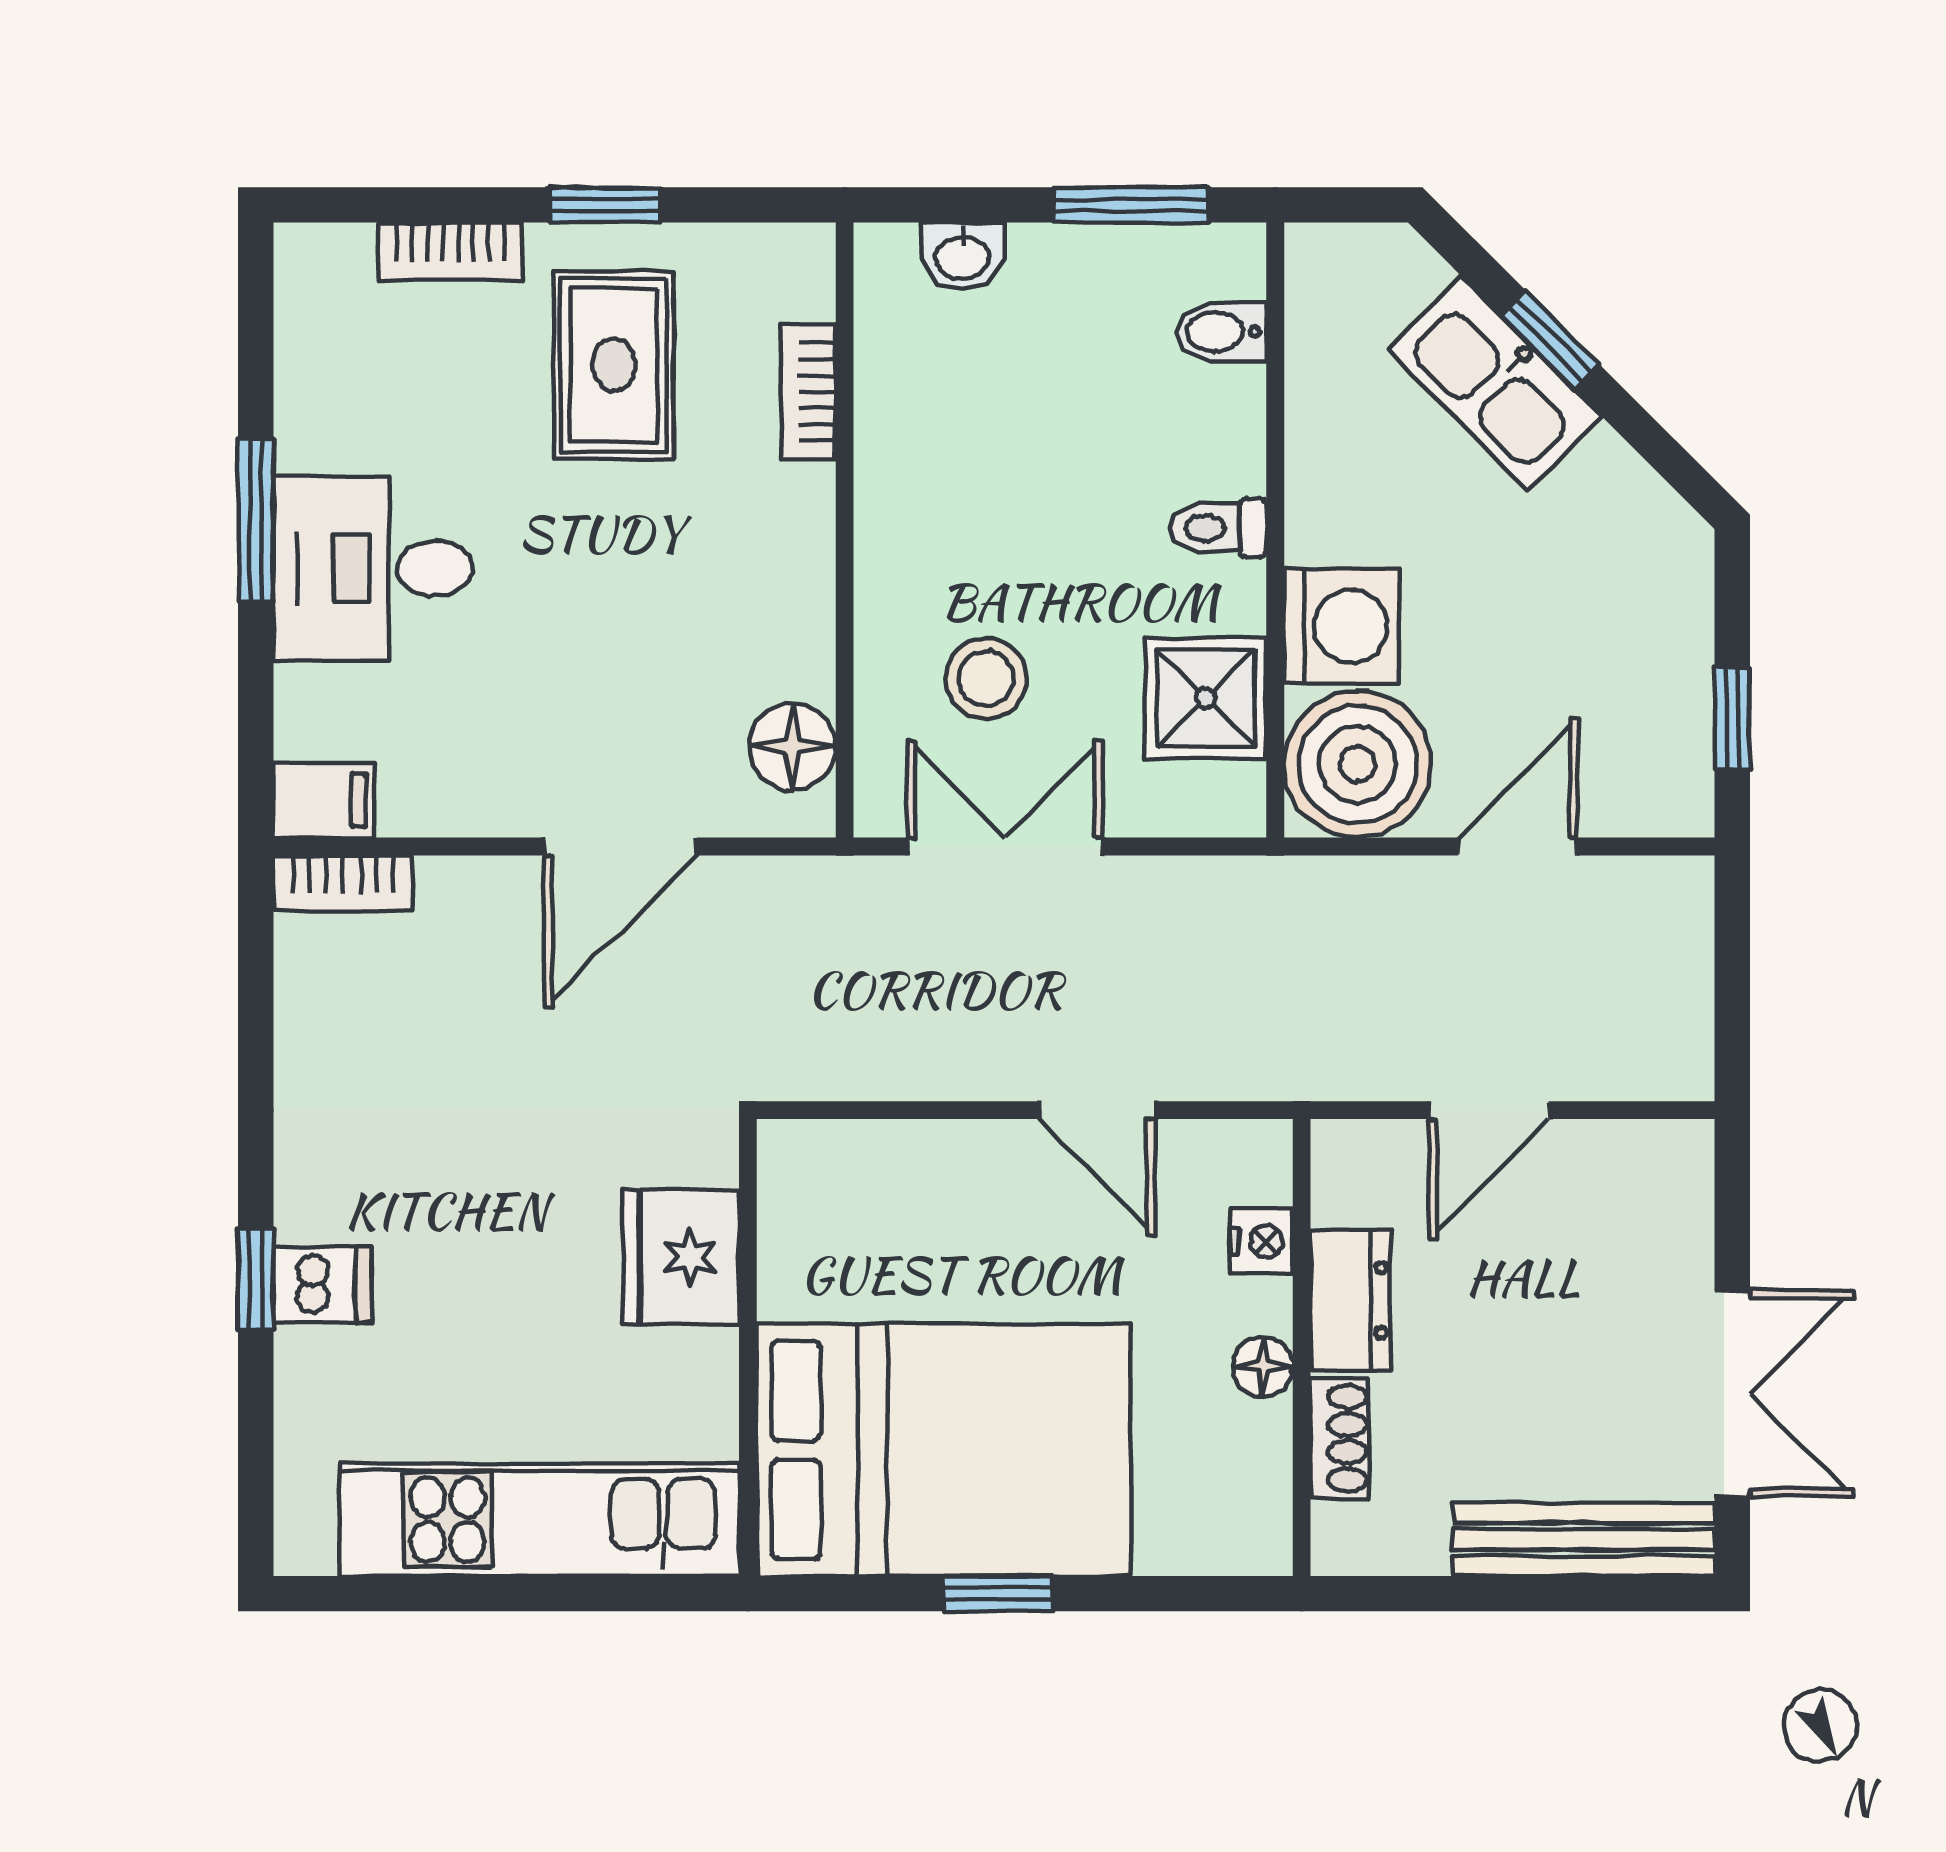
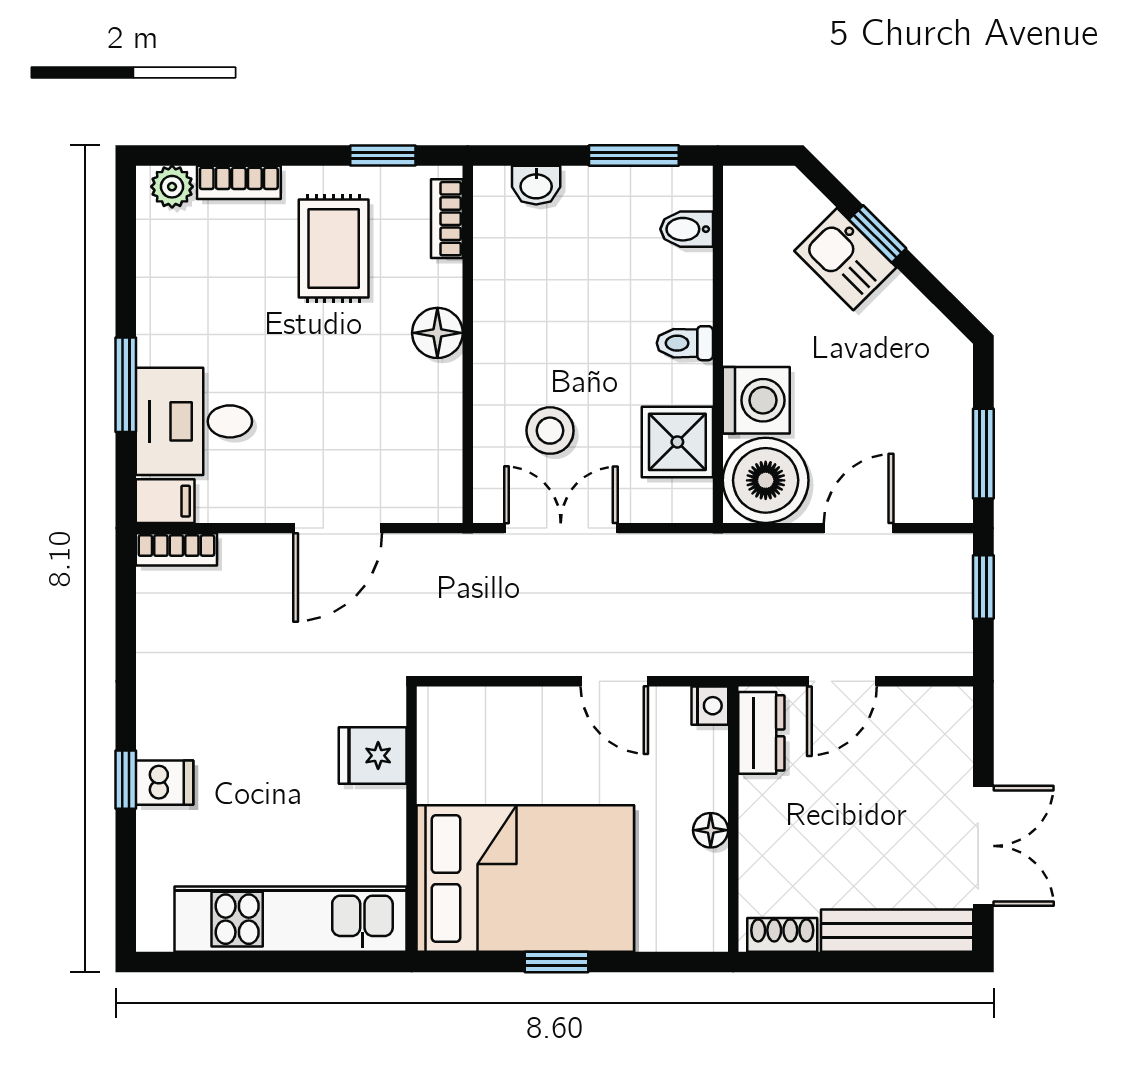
window: (605, 205) -> (383, 155), moved
plant: (335, 259) -> (172, 187), added
kitchen sink: (1495, 383) -> (845, 259), width x0.73
bookcase: (809, 392) -> (447, 219), moved
window: (256, 521) -> (126, 385), moved
desk: (373, 568) -> (194, 421), moved
window: (1732, 718) -> (983, 454), width x1.50
floor lamp: (792, 747) -> (437, 333), moved
window: (1732, 948) -> (983, 587), added
nightstand: (1261, 1241) -> (710, 706), moved
fridge: (681, 1257) -> (373, 756), width x0.72
dresser: (1350, 1300) -> (761, 733), moved
shoe rack: (1340, 1438) -> (782, 935), moved, turned -90

